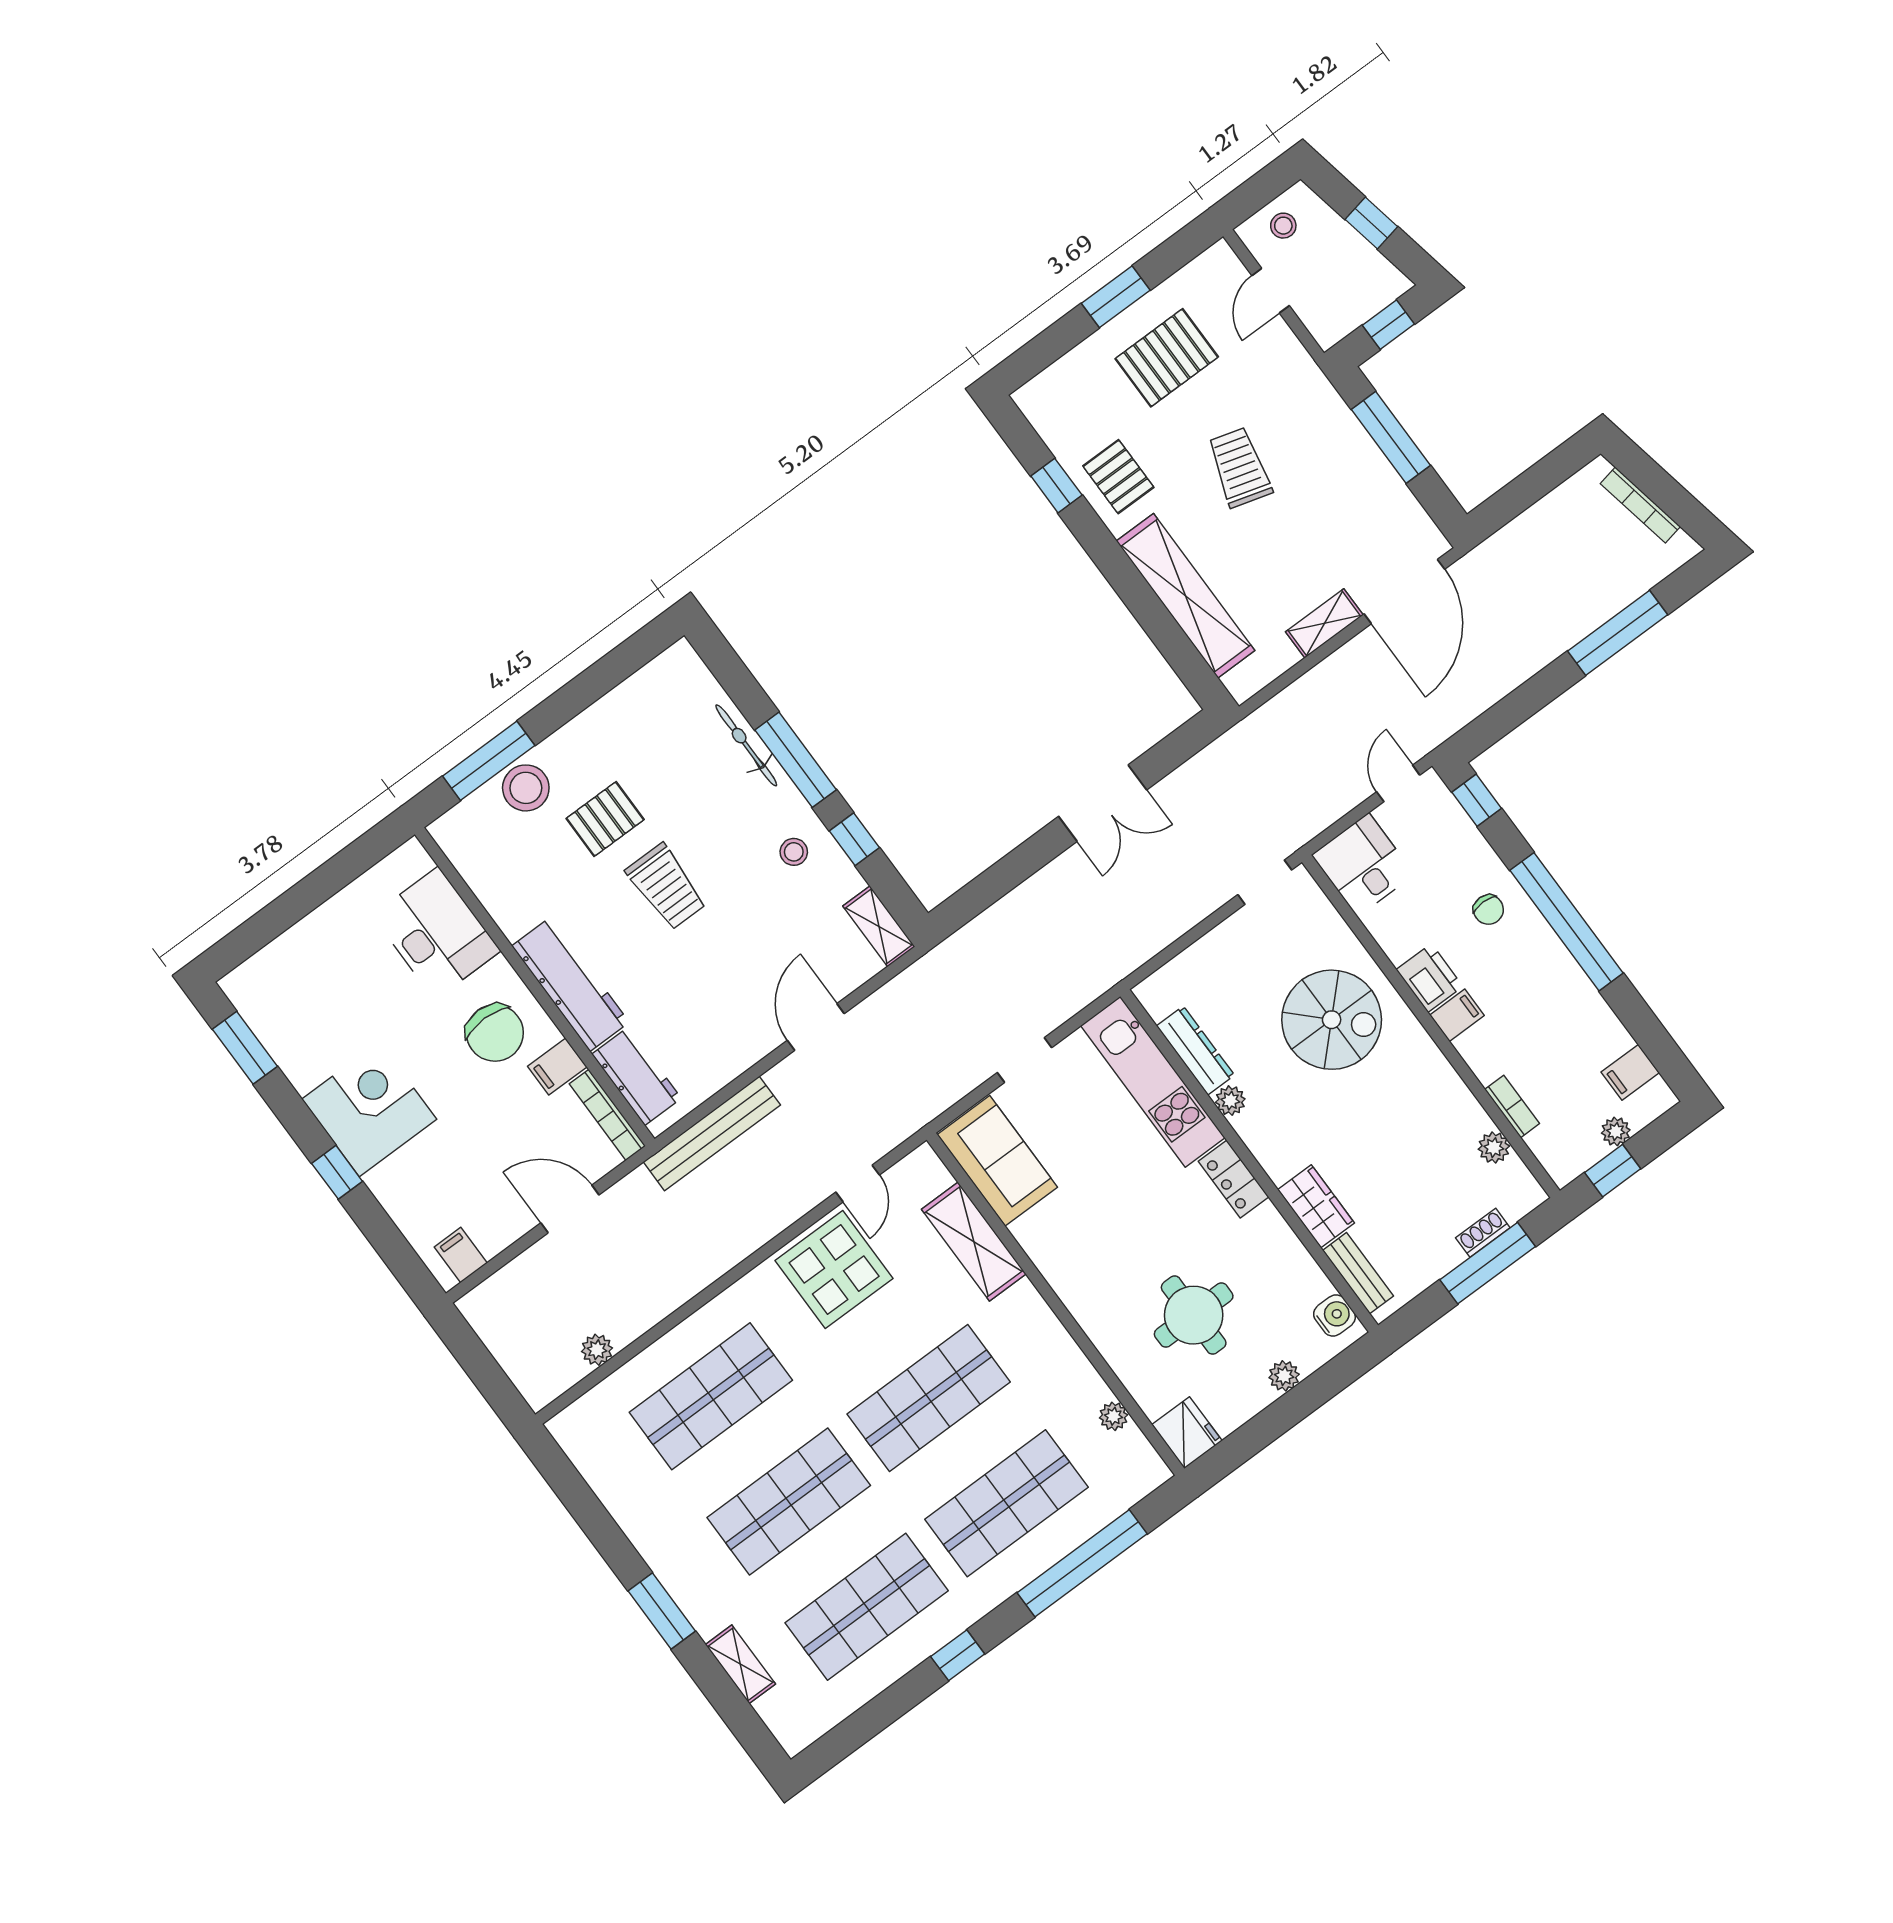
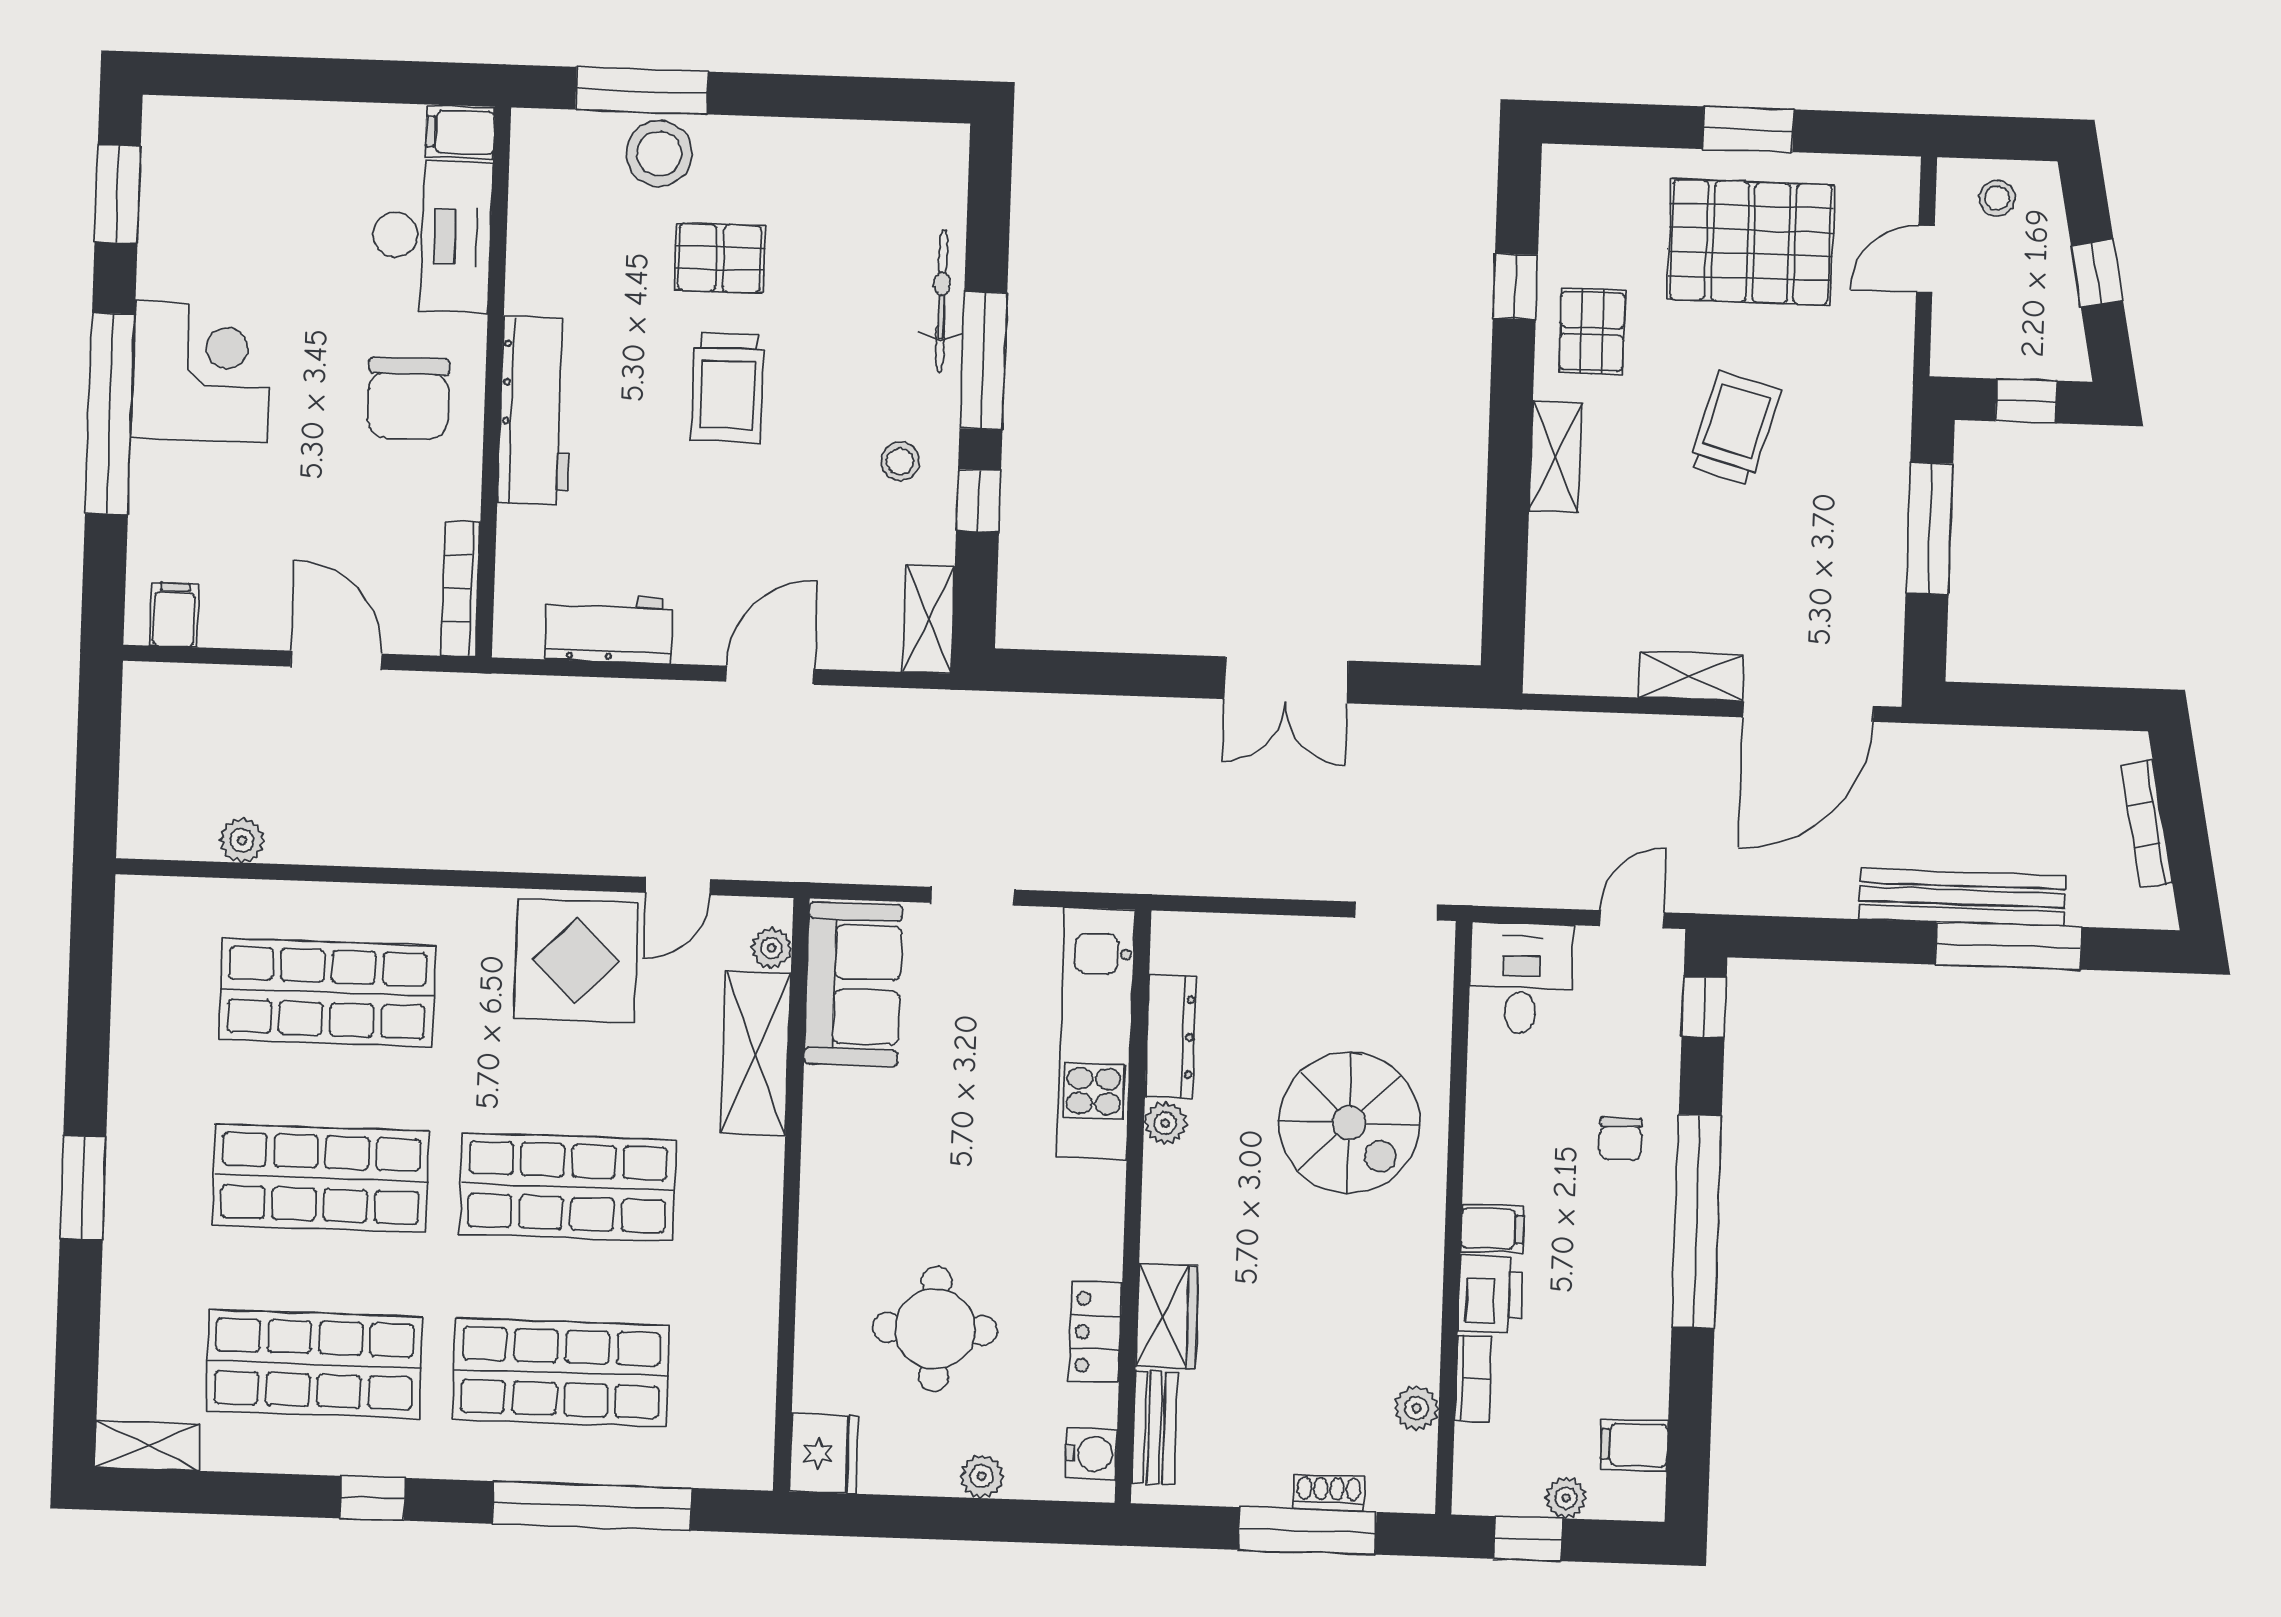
pallet: (1167, 358) -> (1751, 242), width x1.37, depth x1.41
shelving: (1186, 596) -> (1556, 457), width x0.45, depth x0.75
printer: (1430, 978) -> (1490, 1294), moved
filing cabinet: (557, 1067) -> (460, 132), moved
workbench: (637, 1076) -> (609, 629), moved, turned -90
bench: (712, 1133) -> (1962, 897), moved
window: (337, 1172) -> (110, 414), width x3.17
locker: (1234, 1179) -> (1095, 1332), moved
plant: (1114, 1416) -> (771, 948), moved
shelving: (740, 1664) -> (147, 1446), moved, turned 90

